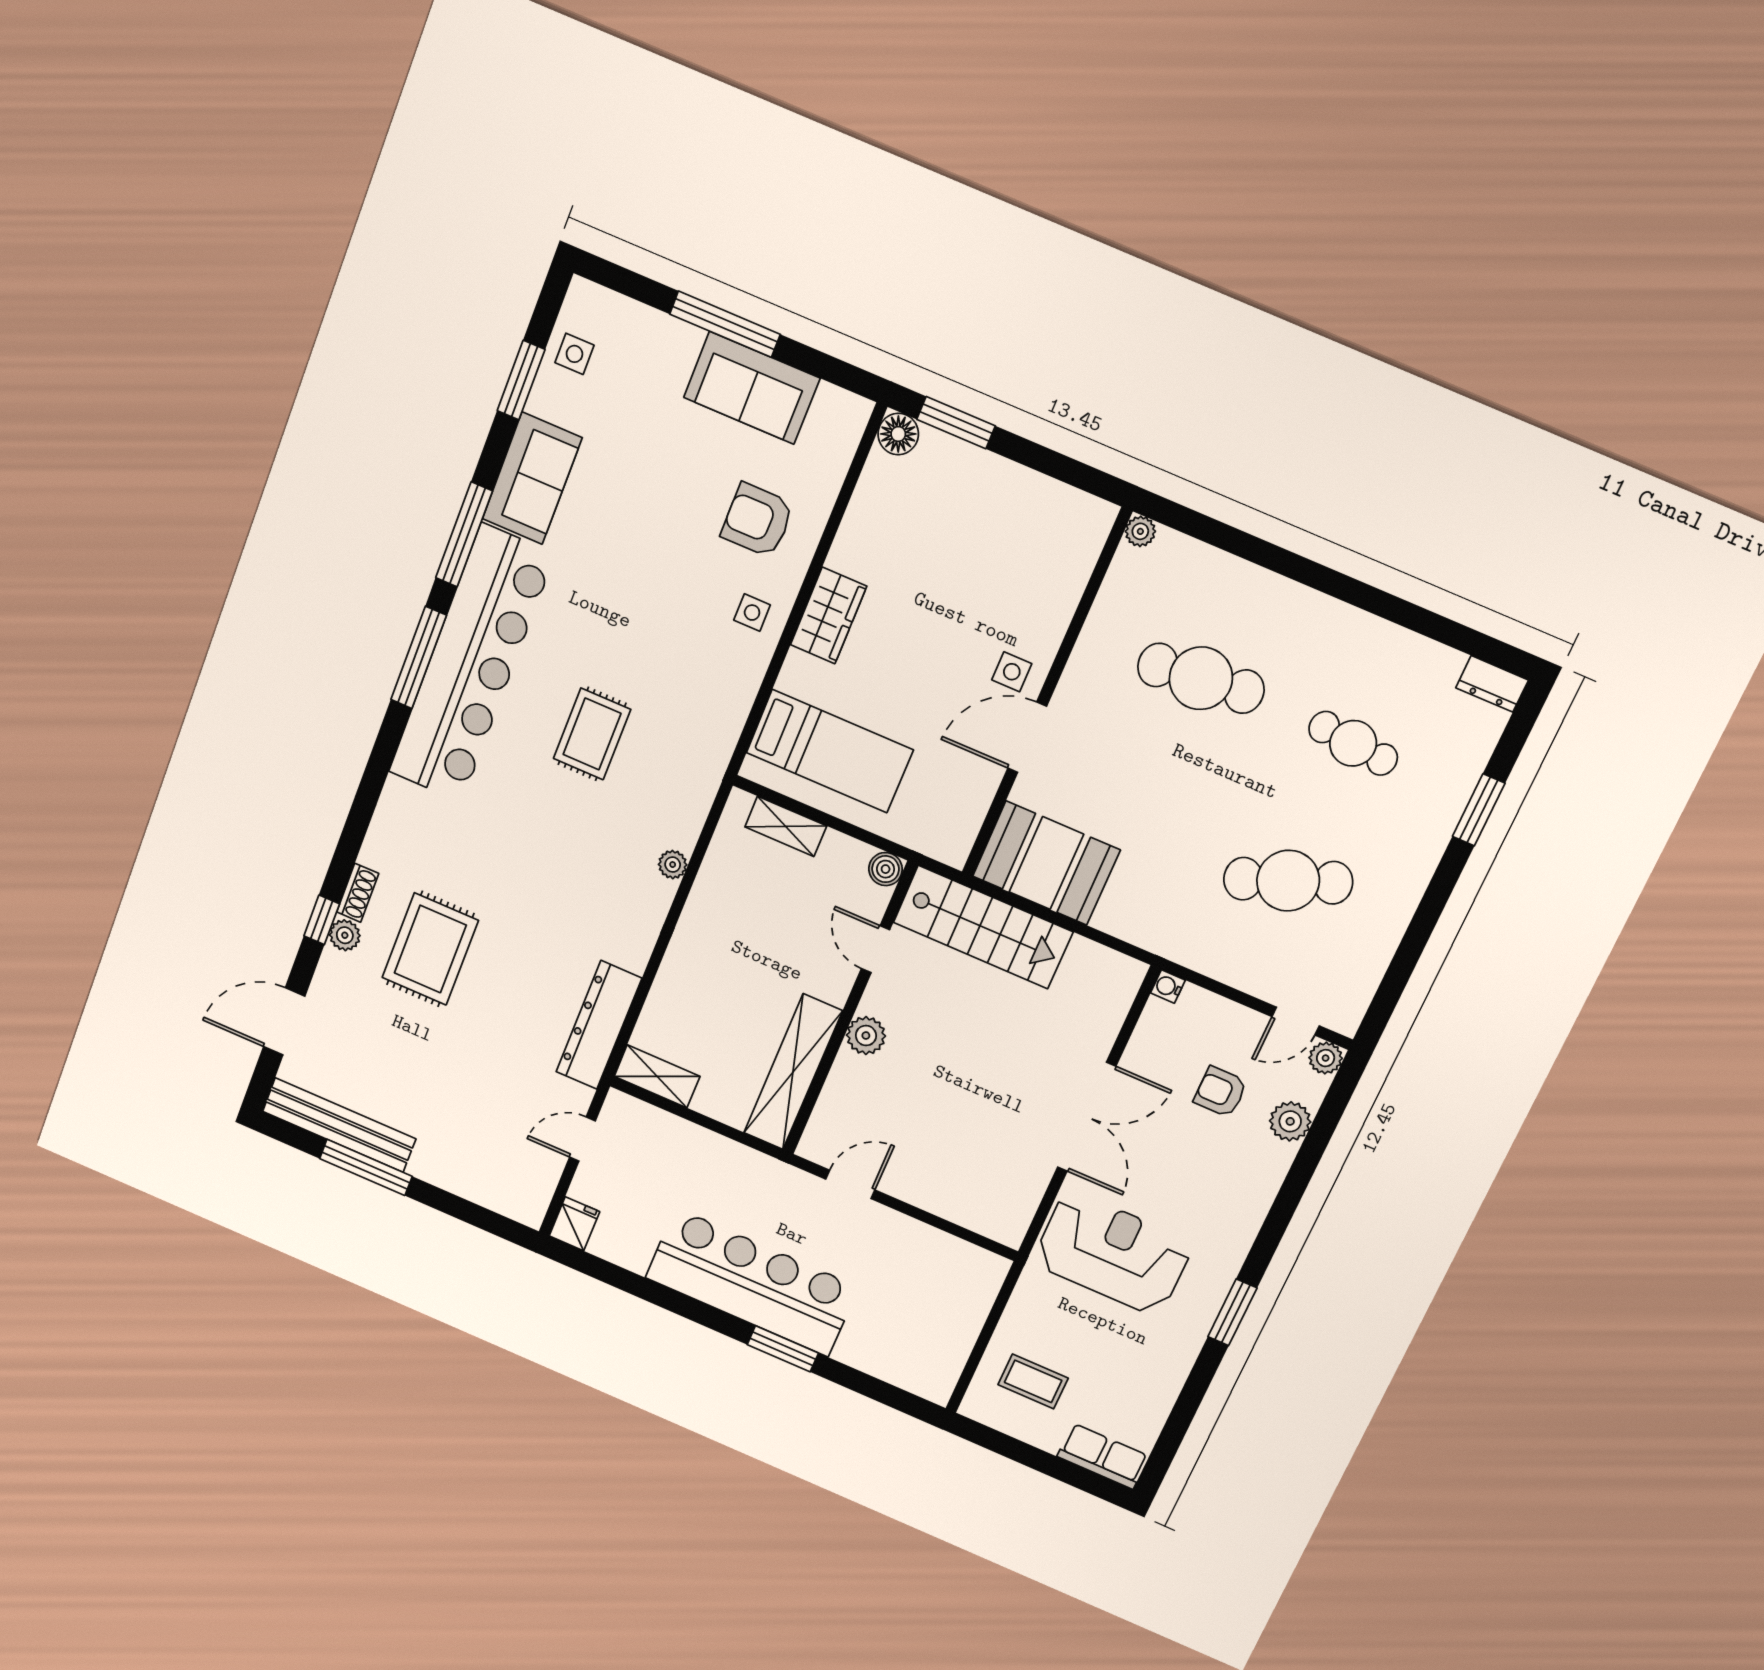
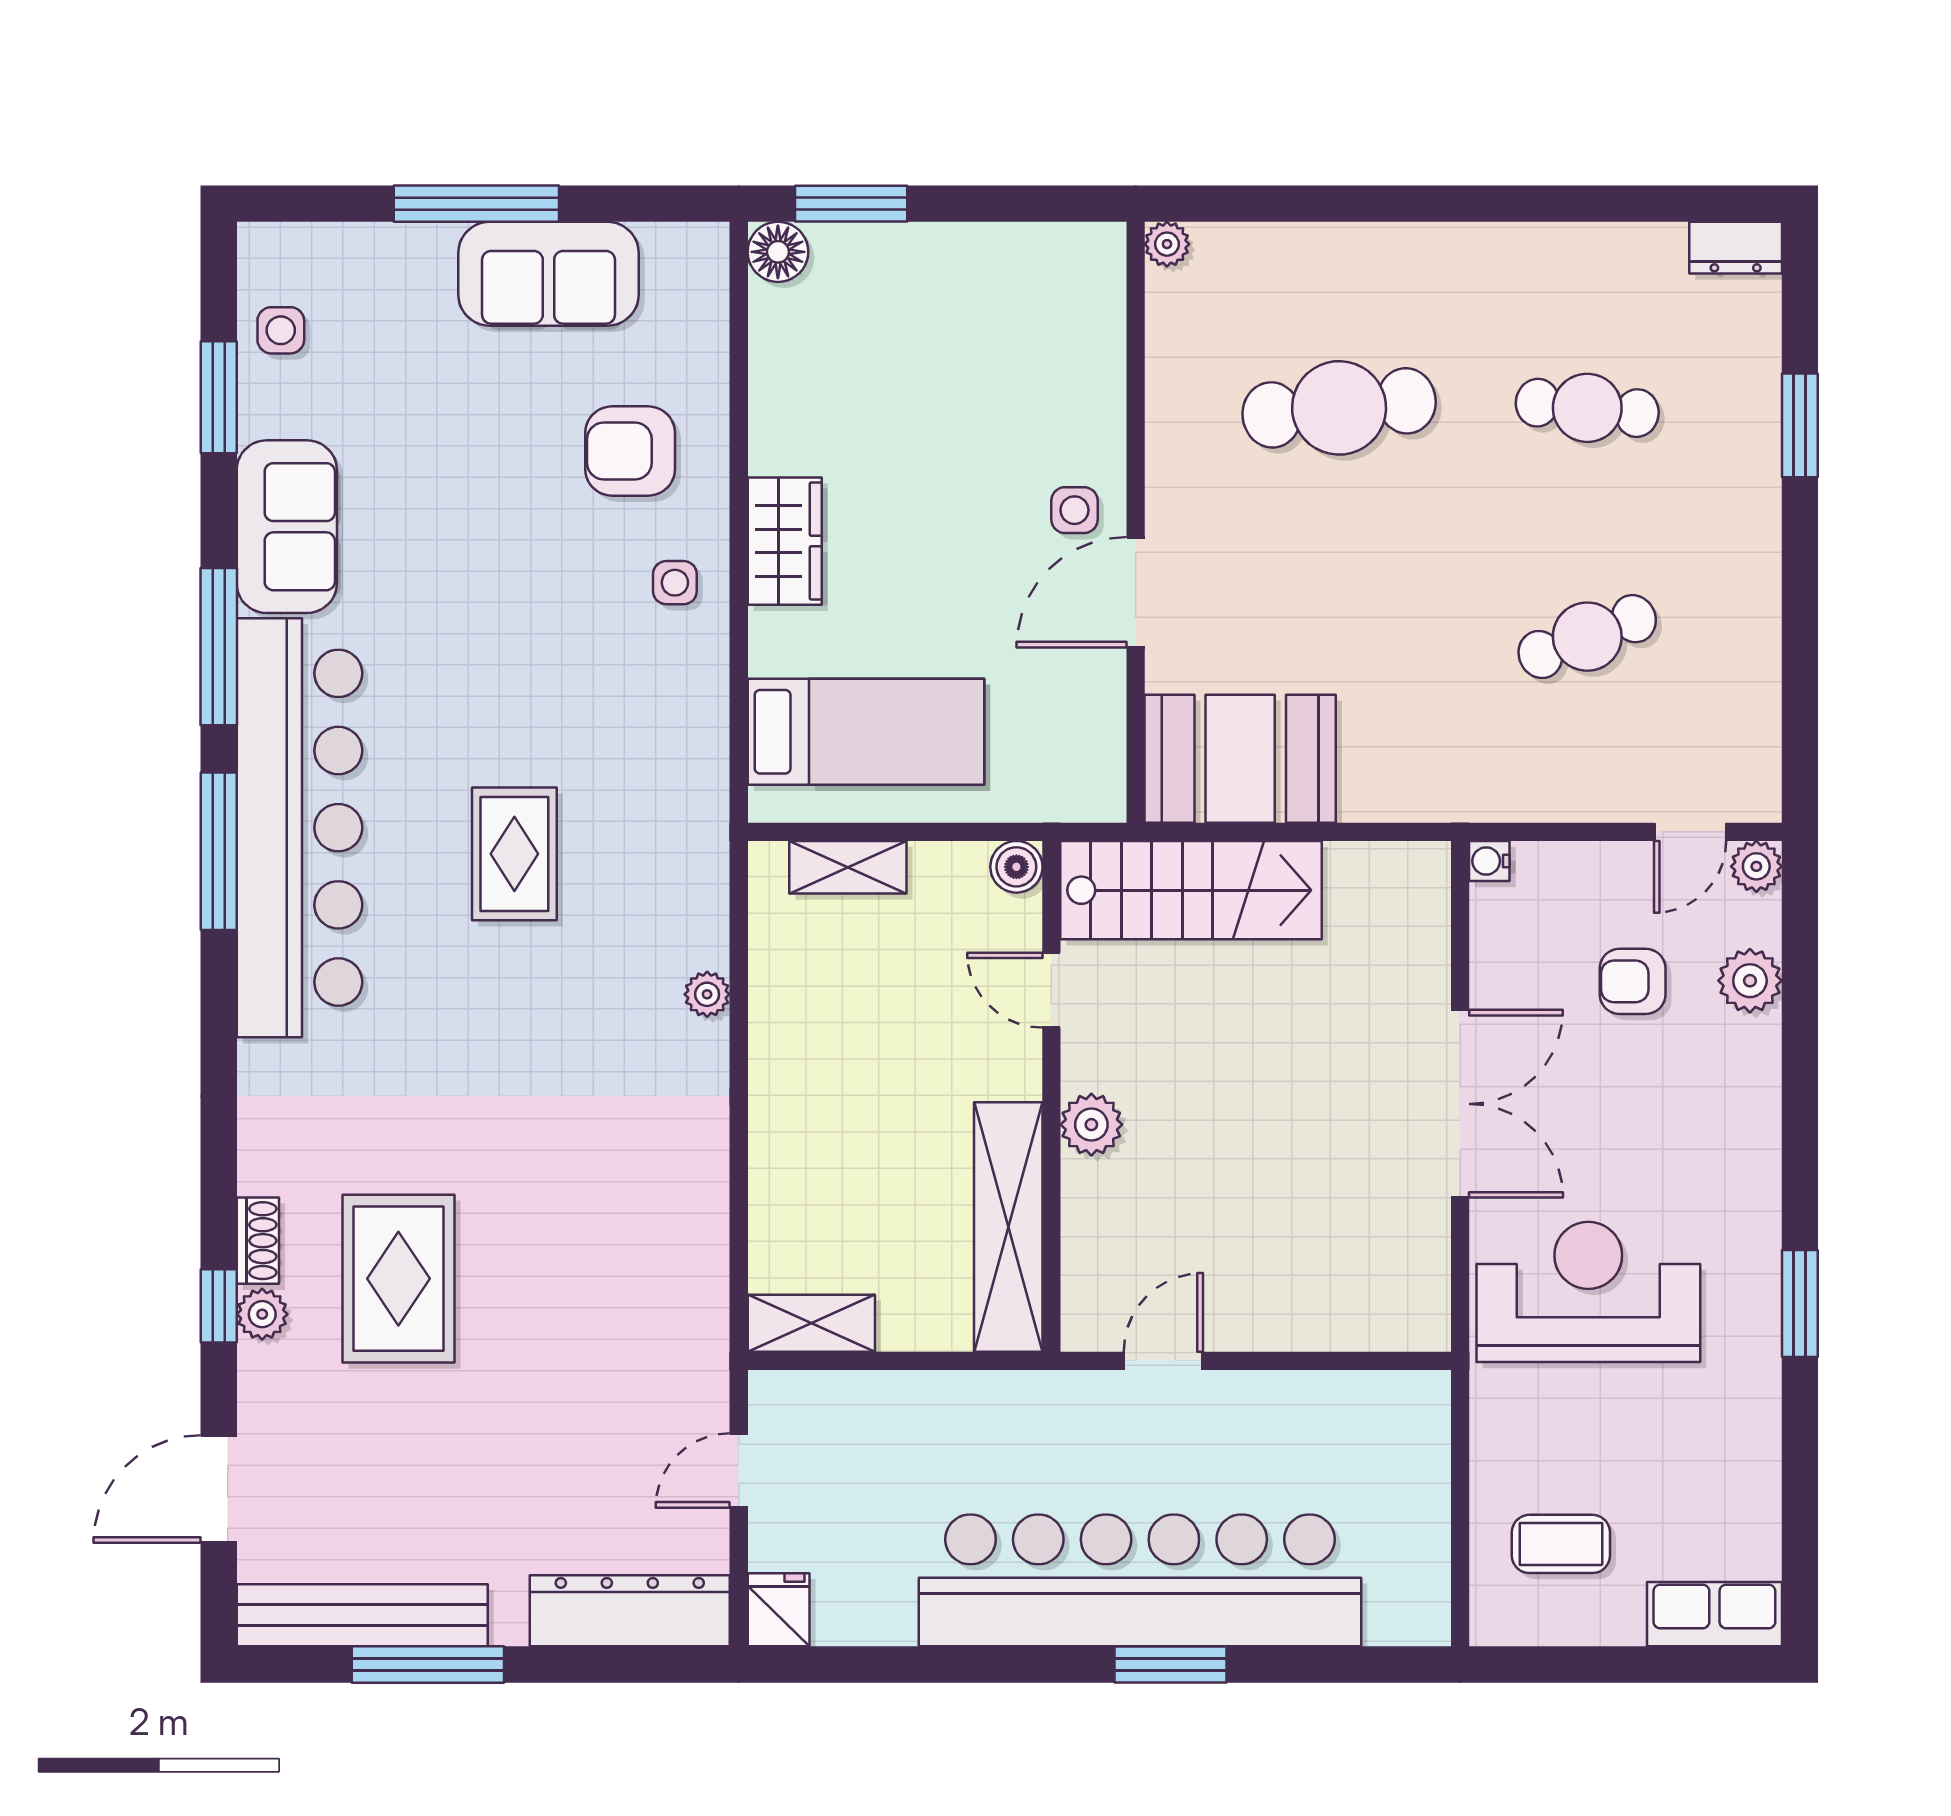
cafe table: (1288, 881) -> (1587, 637), width x0.73, depth x0.74
dresser: (599, 1025) -> (630, 1611), moved, turned 90
bar counter: (752, 1282) -> (1140, 1580), width x1.36

